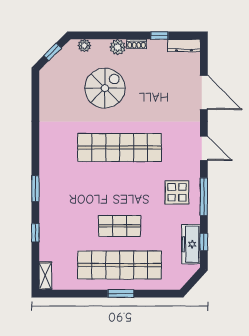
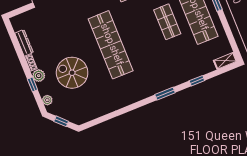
window: (160, 35) -> (32, 84), moved
dresser: (184, 46) -> (24, 43), moved

